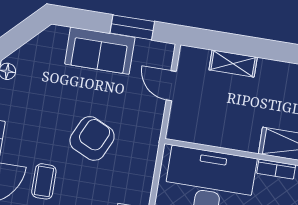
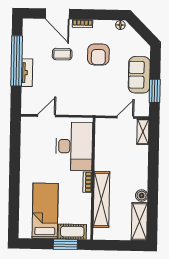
shelving: (233, 63) -> (143, 132), moved
armchair: (92, 138) -> (98, 55), moved, turned 65

